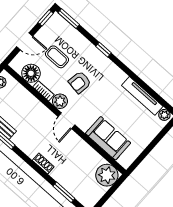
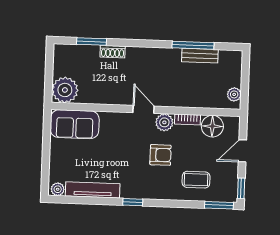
window: (103, 50) -> (133, 202), moved
coffee table: (57, 57) -> (196, 180), moved
armchair: (80, 82) -> (160, 155), turned 81
sofa: (108, 138) -> (75, 124), moved
shoe rack: (43, 163) -> (113, 52), moved

